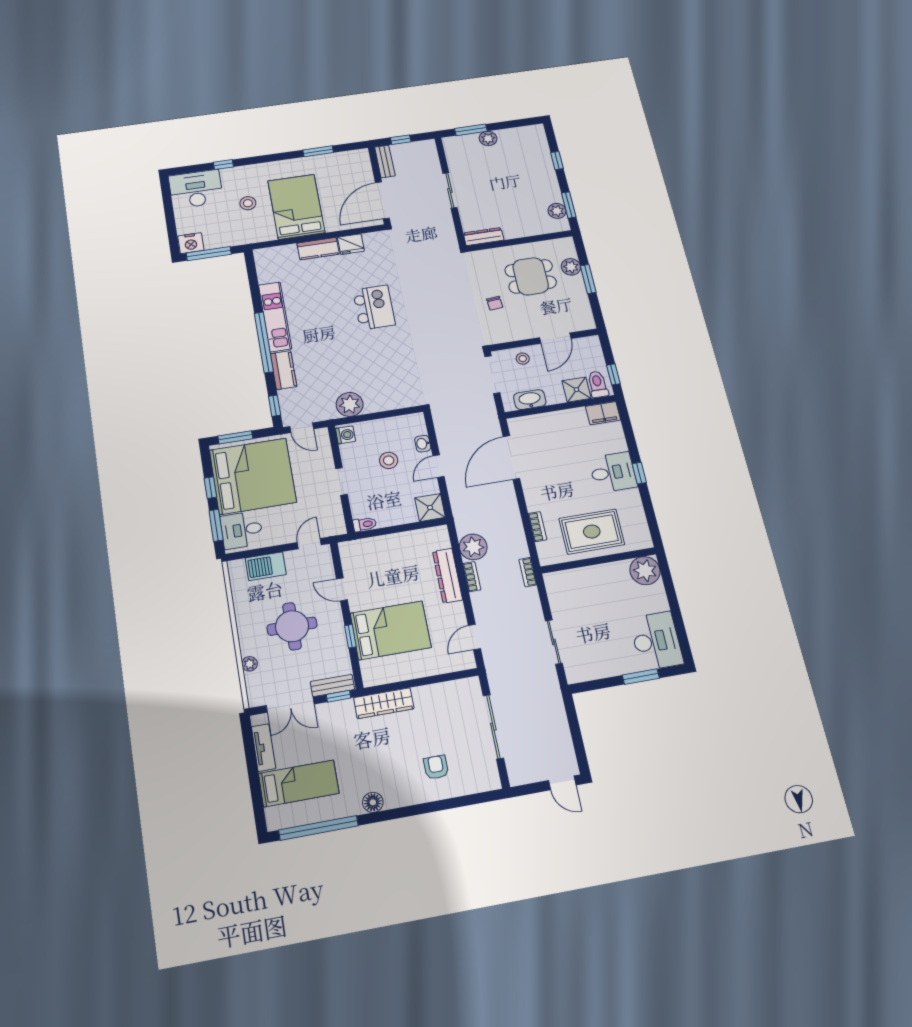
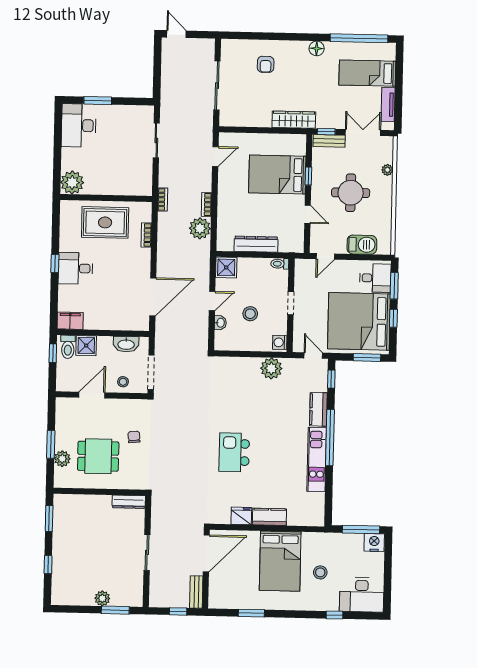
plant: (557, 211) -> (61, 515), removed
dresser: (448, 576) -> (256, 244), moved, turned -90

